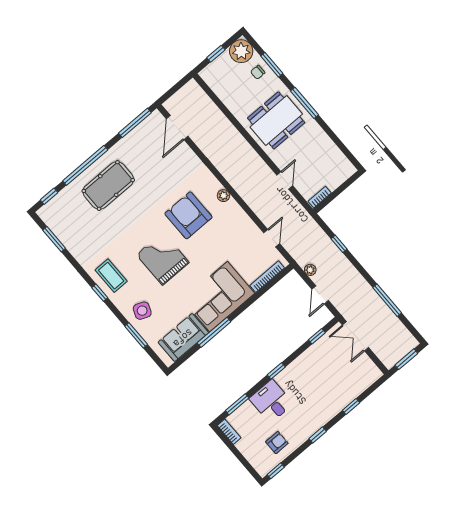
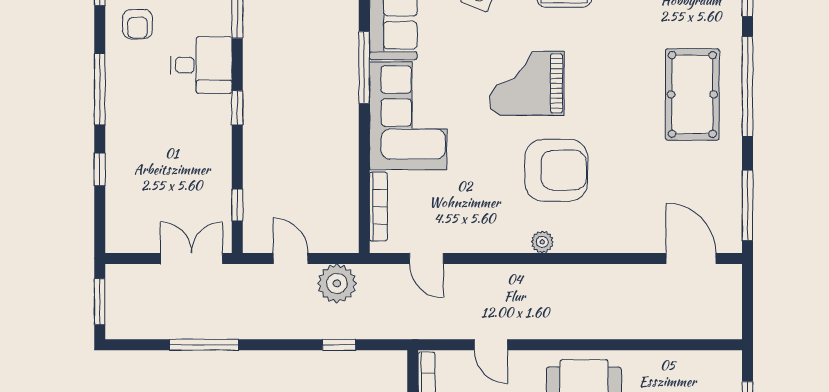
grand piano: (163, 259) -> (527, 83), turned 180
plant: (310, 270) -> (337, 283), width x1.88, depth x1.88
window: (318, 435) -> (100, 89), width x2.17

